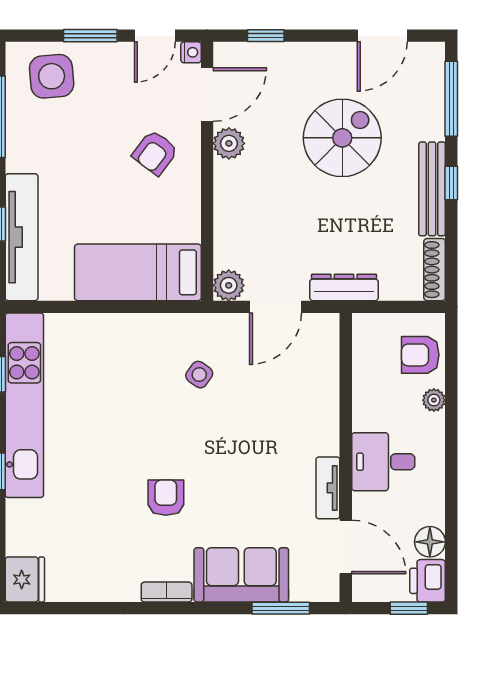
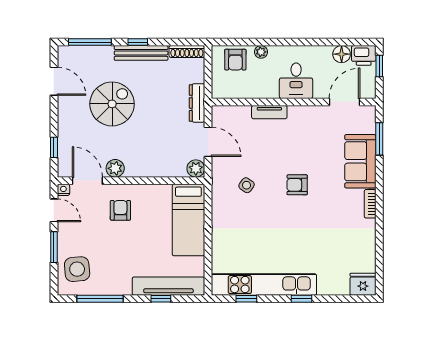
spiral stairs: (342, 138) -> (112, 104), turned 90
armchair: (155, 153) -> (120, 210), turned -127
tv unit: (328, 488) -> (269, 112), moved
armchair: (166, 498) -> (297, 185), moved

